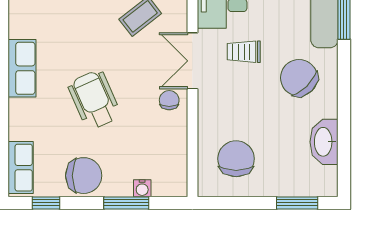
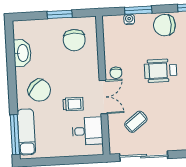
wheelchair: (94, 100) -> (161, 71), turned 114
window: (297, 203) -> (60, 14), moved

